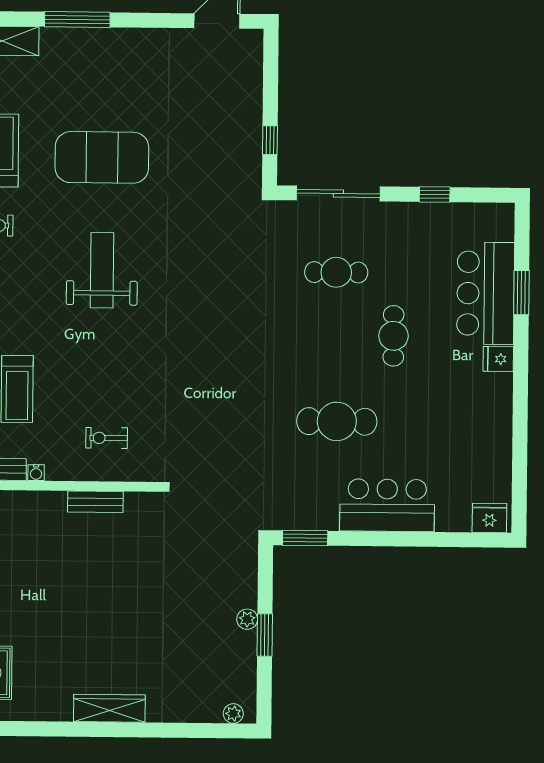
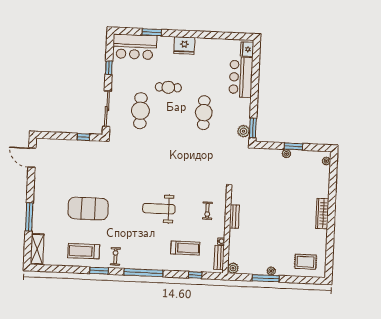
exercise mat: (102, 157) -> (88, 209), turned 90
weight bench: (102, 270) -> (159, 209), moved
cafe table: (336, 272) -> (140, 111), width x1.37, depth x1.35
bar counter: (486, 293) -> (135, 47), moved
fridge: (498, 359) -> (184, 45), width x1.88, depth x1.34
bar counter: (387, 505) -> (241, 77), moved
plant: (297, 516) -> (244, 131), added

